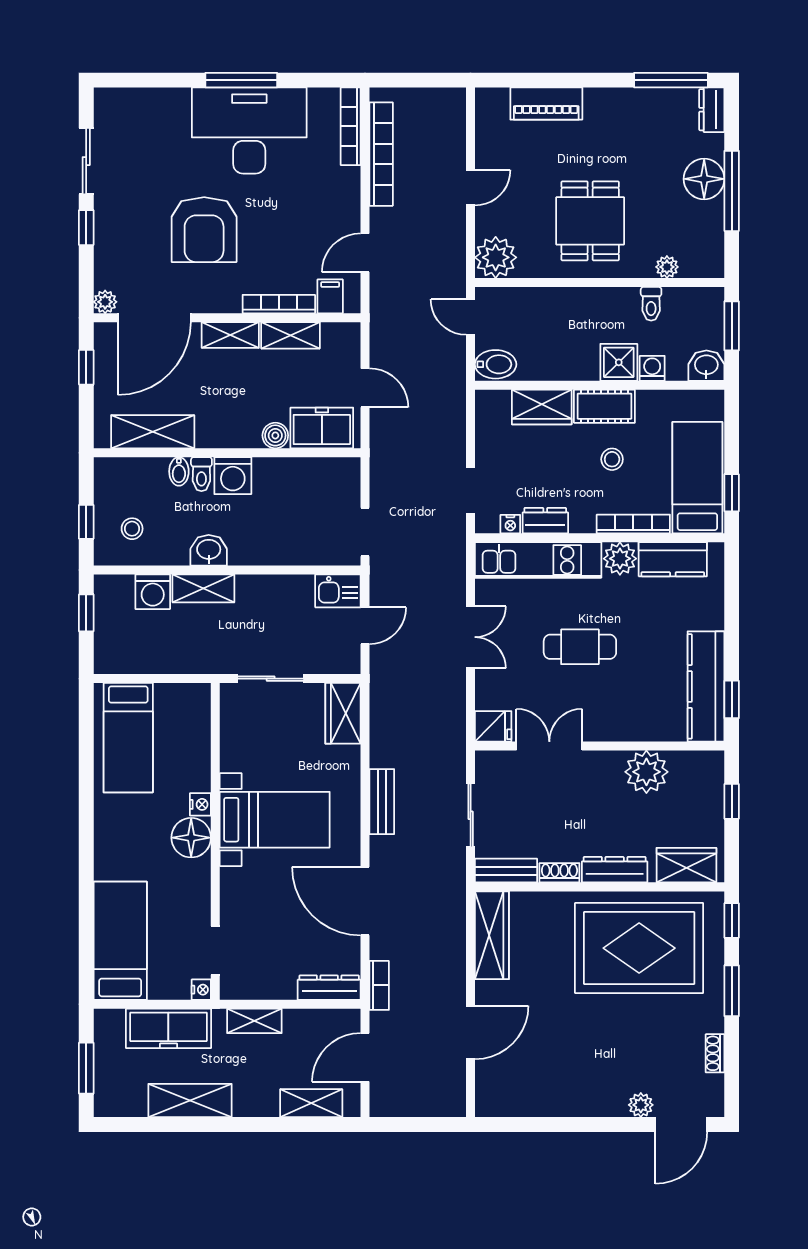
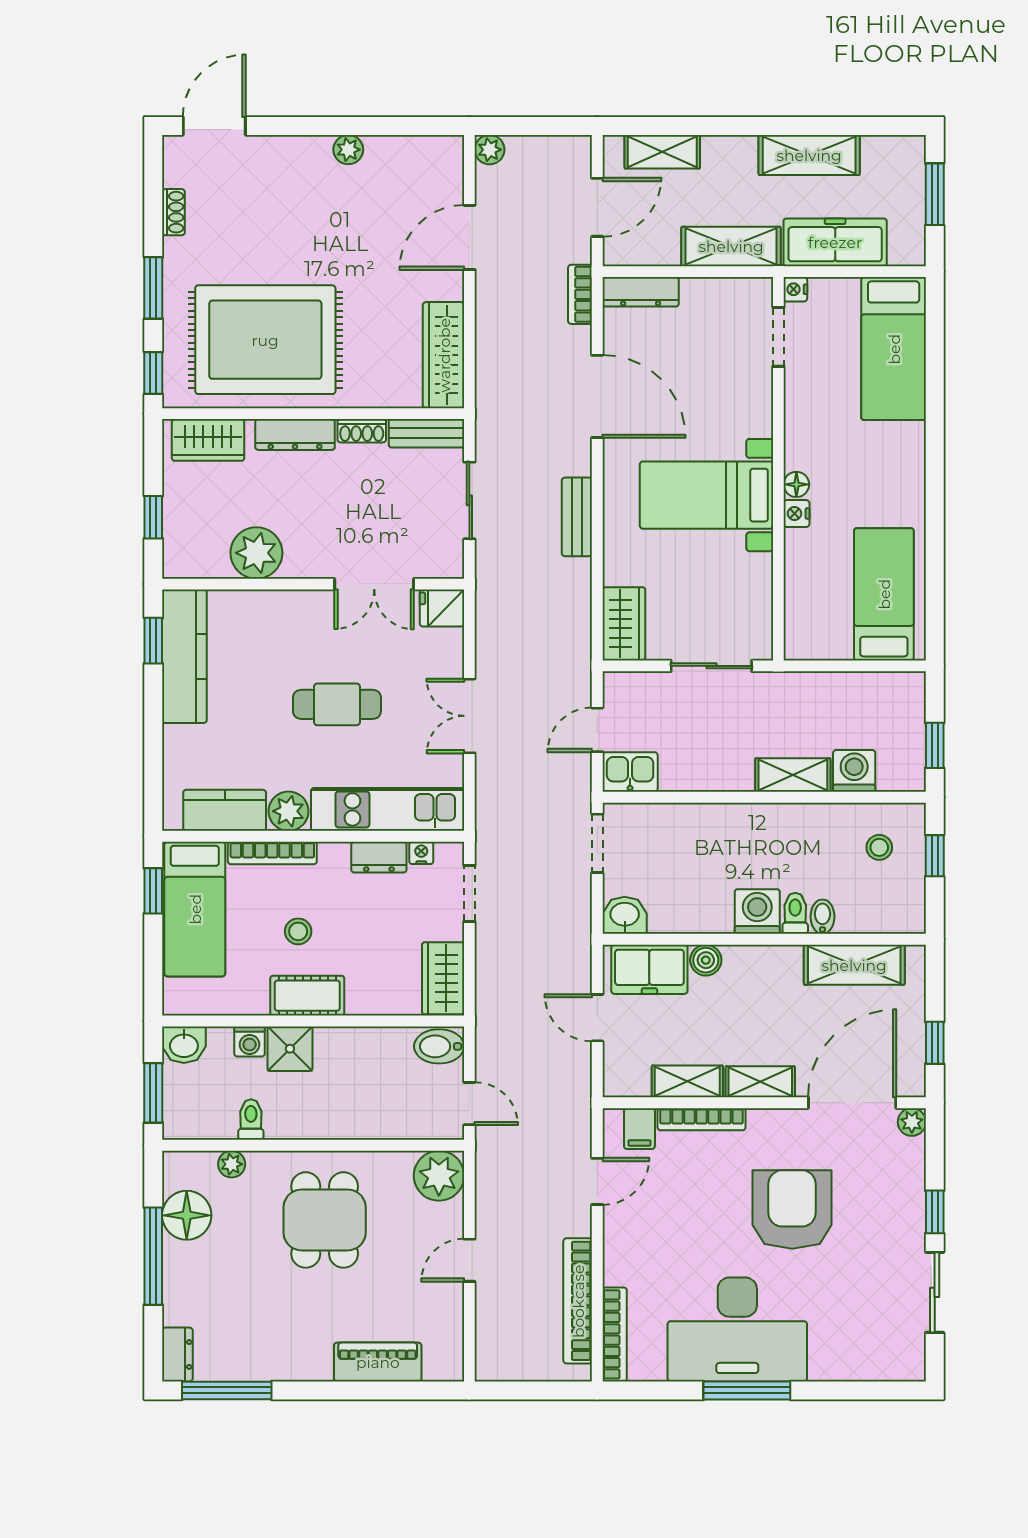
floor lamp: (704, 179) -> (187, 1215), moved
wardrobe: (542, 407) -> (443, 978), moved, turned -90
washbasin: (209, 550) -> (625, 915), moved, turned 180
floor lamp: (191, 838) -> (796, 484), width x0.53, depth x0.53
shelving: (254, 1021) -> (731, 246), width x1.50, depth x1.33
plant: (454, 1105) -> (490, 150), added
plant: (641, 1105) -> (348, 150), moved

